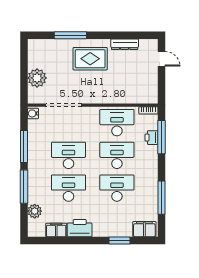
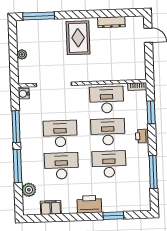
window: (70, 35) -> (39, 16), moved
rug: (90, 59) -> (78, 38), turned 90
plant: (37, 78) -> (22, 54), width x0.53, depth x0.53
window: (161, 137) -> (151, 112), width x0.69
printer: (151, 138) -> (142, 136), moved
printer: (80, 228) -> (89, 204), moved
filing cabinet: (144, 229) -> (137, 203), removed

